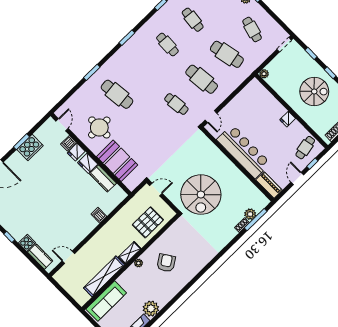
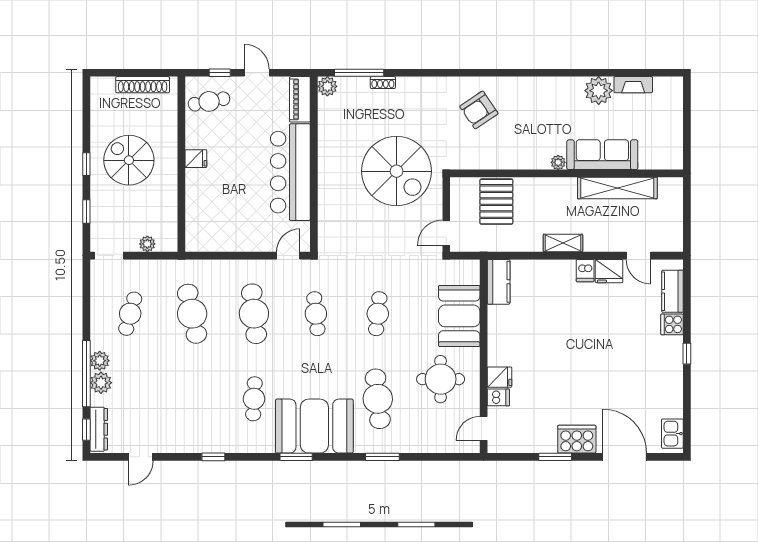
cafe table: (193, 20) -> (378, 314), moved
booth: (132, 58) -> (314, 426), added
plant: (264, 74) -> (147, 244), moved
cooker: (30, 148) -> (577, 439), moved
fridge: (88, 163) -> (609, 271), moved, turned 90
kitchen counter: (103, 178) -> (499, 282), moved
door: (297, 179) -> (257, 73), swing flipped
door: (156, 189) -> (446, 233), hinge flipped
spiral stairs: (201, 195) -> (396, 171), turned 90
plant: (250, 214) -> (327, 86), moved
dishwasher: (99, 215) -> (585, 271), moved
pallet: (148, 222) -> (496, 202), turned 90
shelving: (130, 253) -> (563, 243), moved
armchair: (166, 263) -> (479, 110), moved
sofa: (106, 301) -> (602, 155), moved

